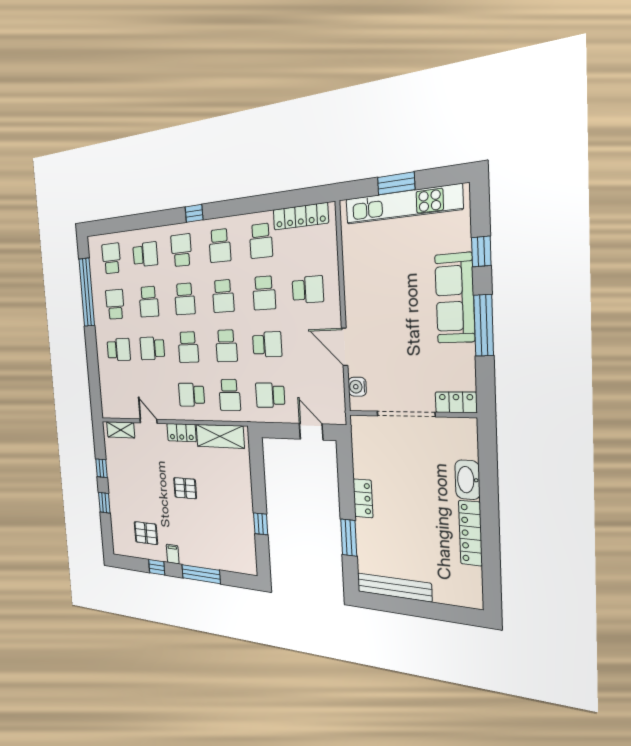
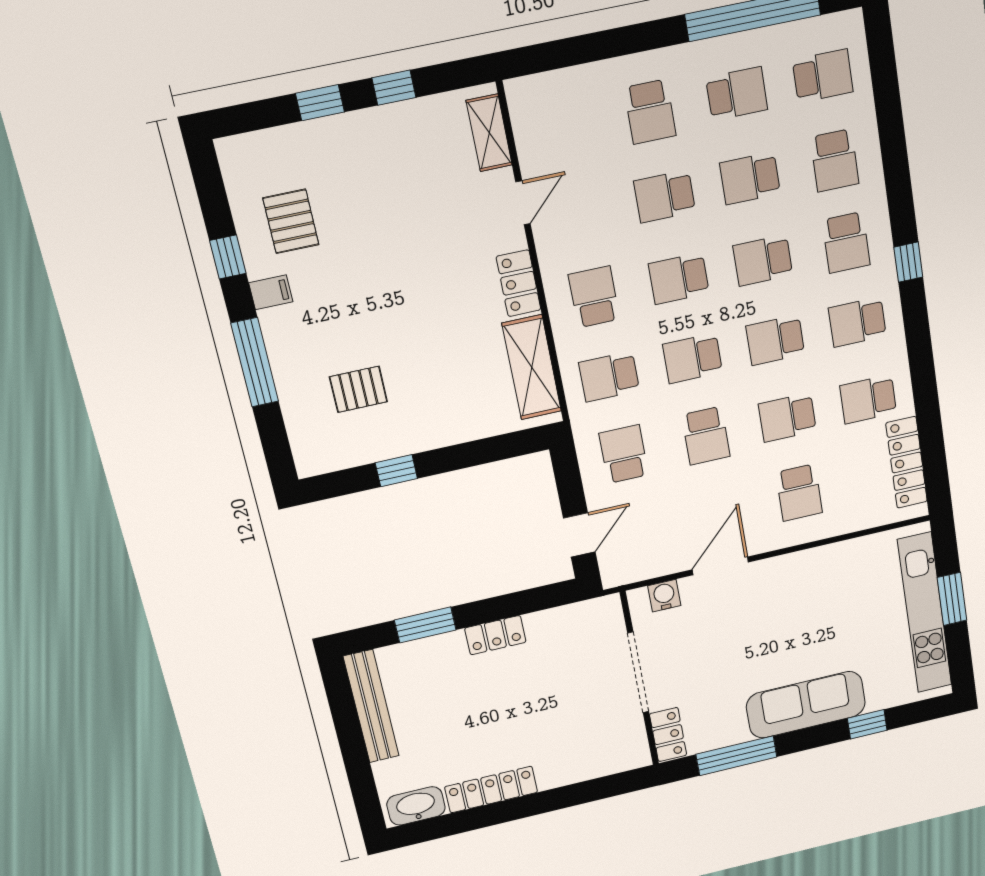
school desk: (181, 250) -> (846, 242), turned 90
window: (484, 325) -> (736, 756), moved
school desk: (152, 348) -> (665, 196), turned -90
washbasin: (467, 480) -> (416, 806), moved
pallet: (185, 488) -> (358, 389), moved, turned 90

